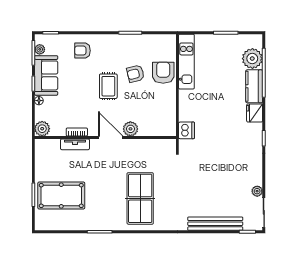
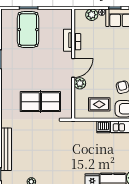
rug: (108, 86) -> (99, 104), moved
plant: (42, 129) -> (92, 15), moved
dishwasher: (186, 130) -> (103, 127), moved
table tennis table: (140, 198) -> (40, 102), moved

